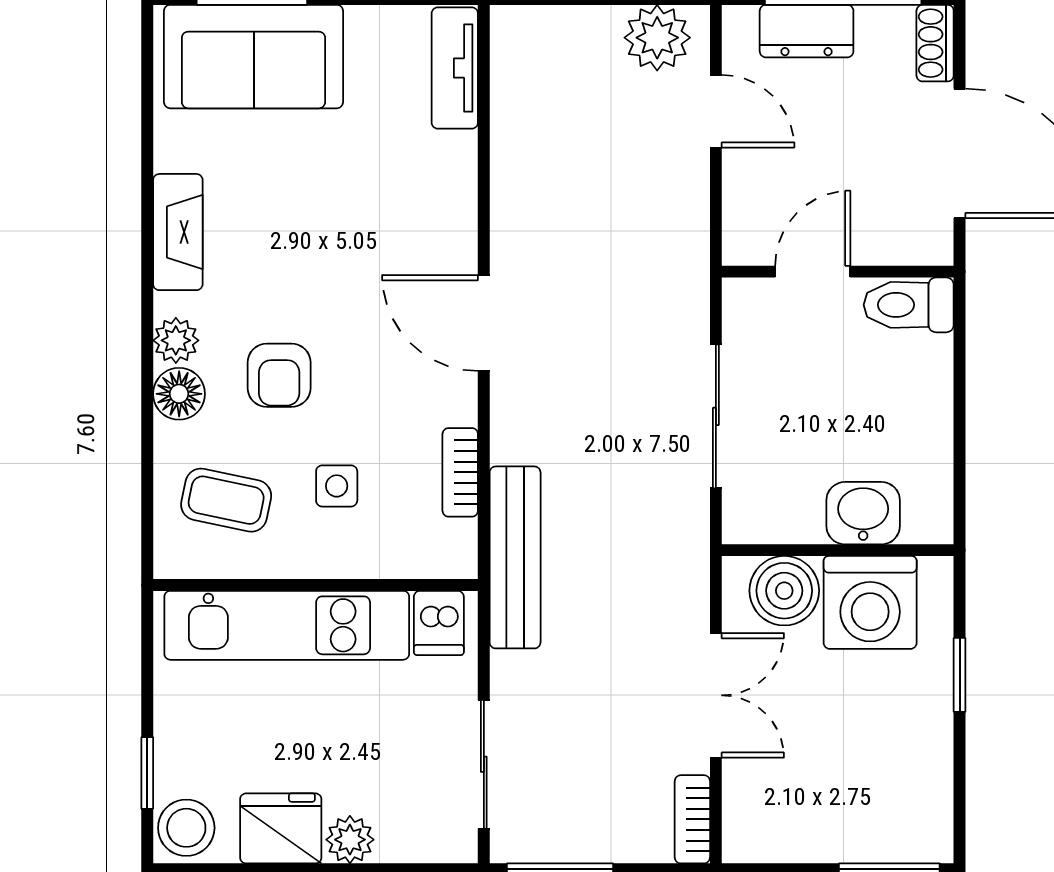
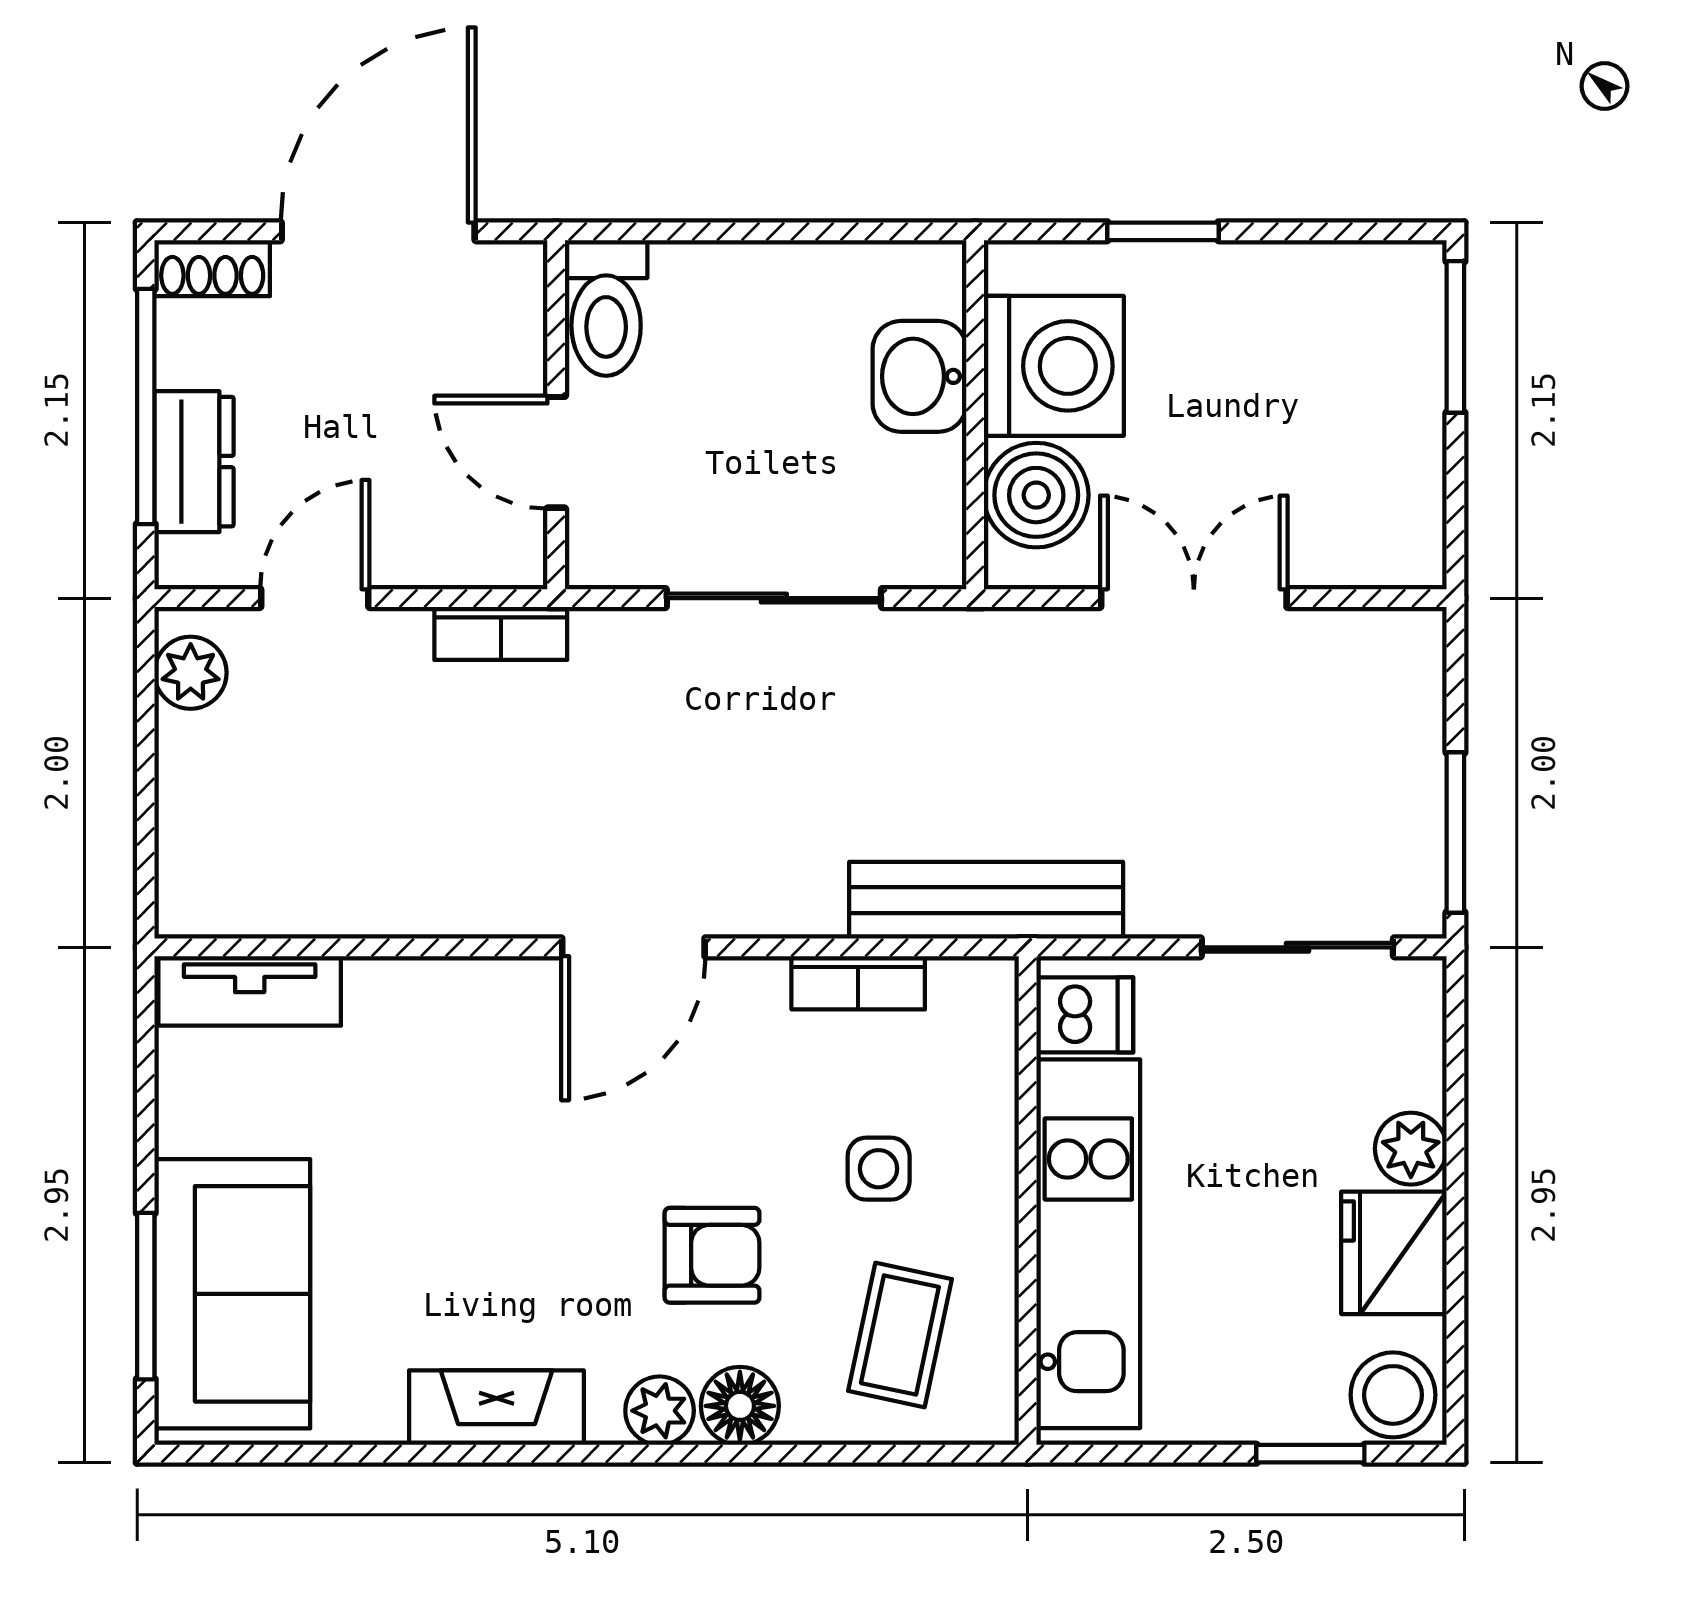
plant: (657, 38) -> (191, 673), width x0.73, depth x0.73
bookcase: (692, 819) -> (501, 633), moved

